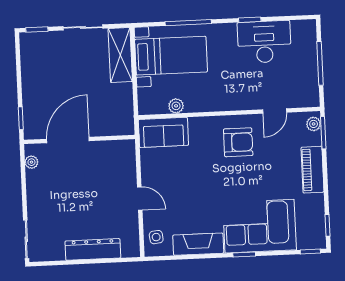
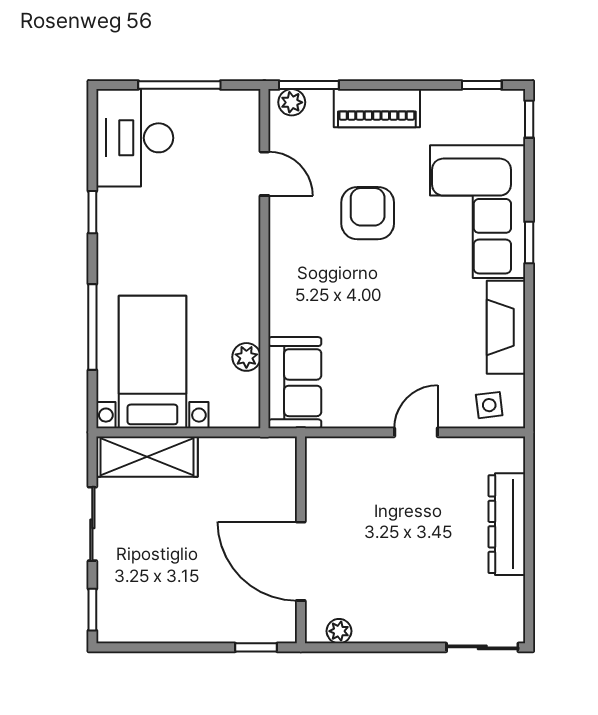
desk: (264, 42) -> (135, 138), moved
armchair: (238, 142) -> (368, 213), moved

